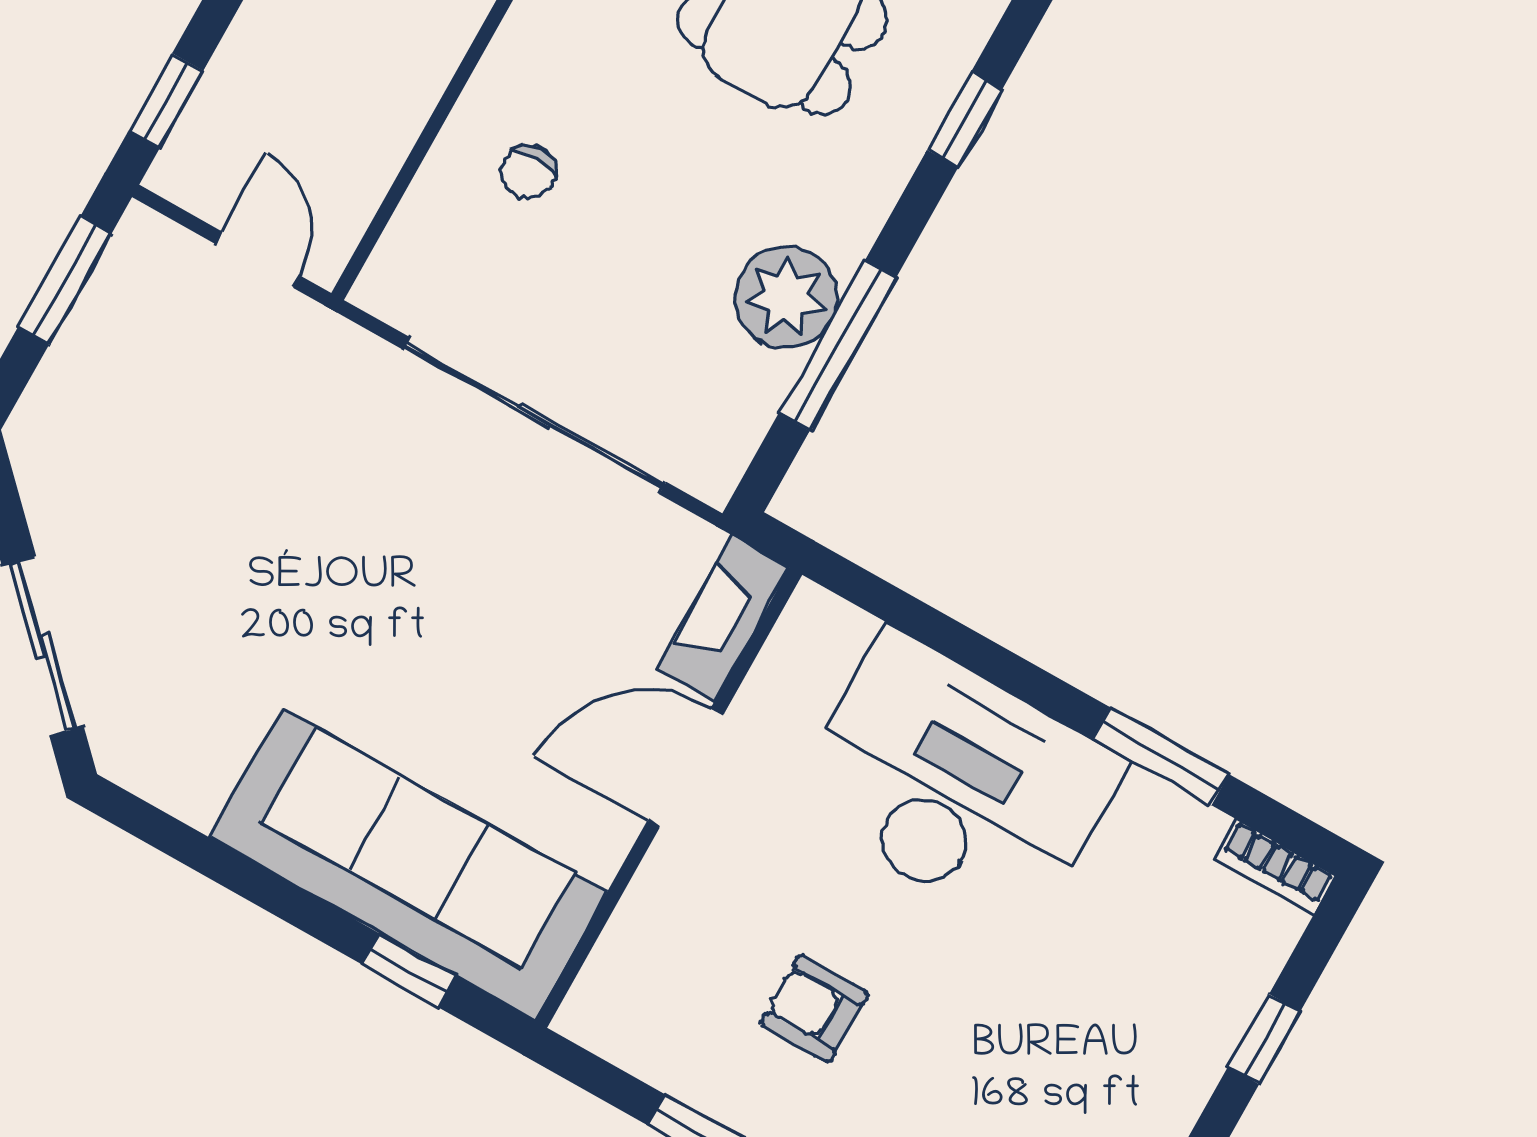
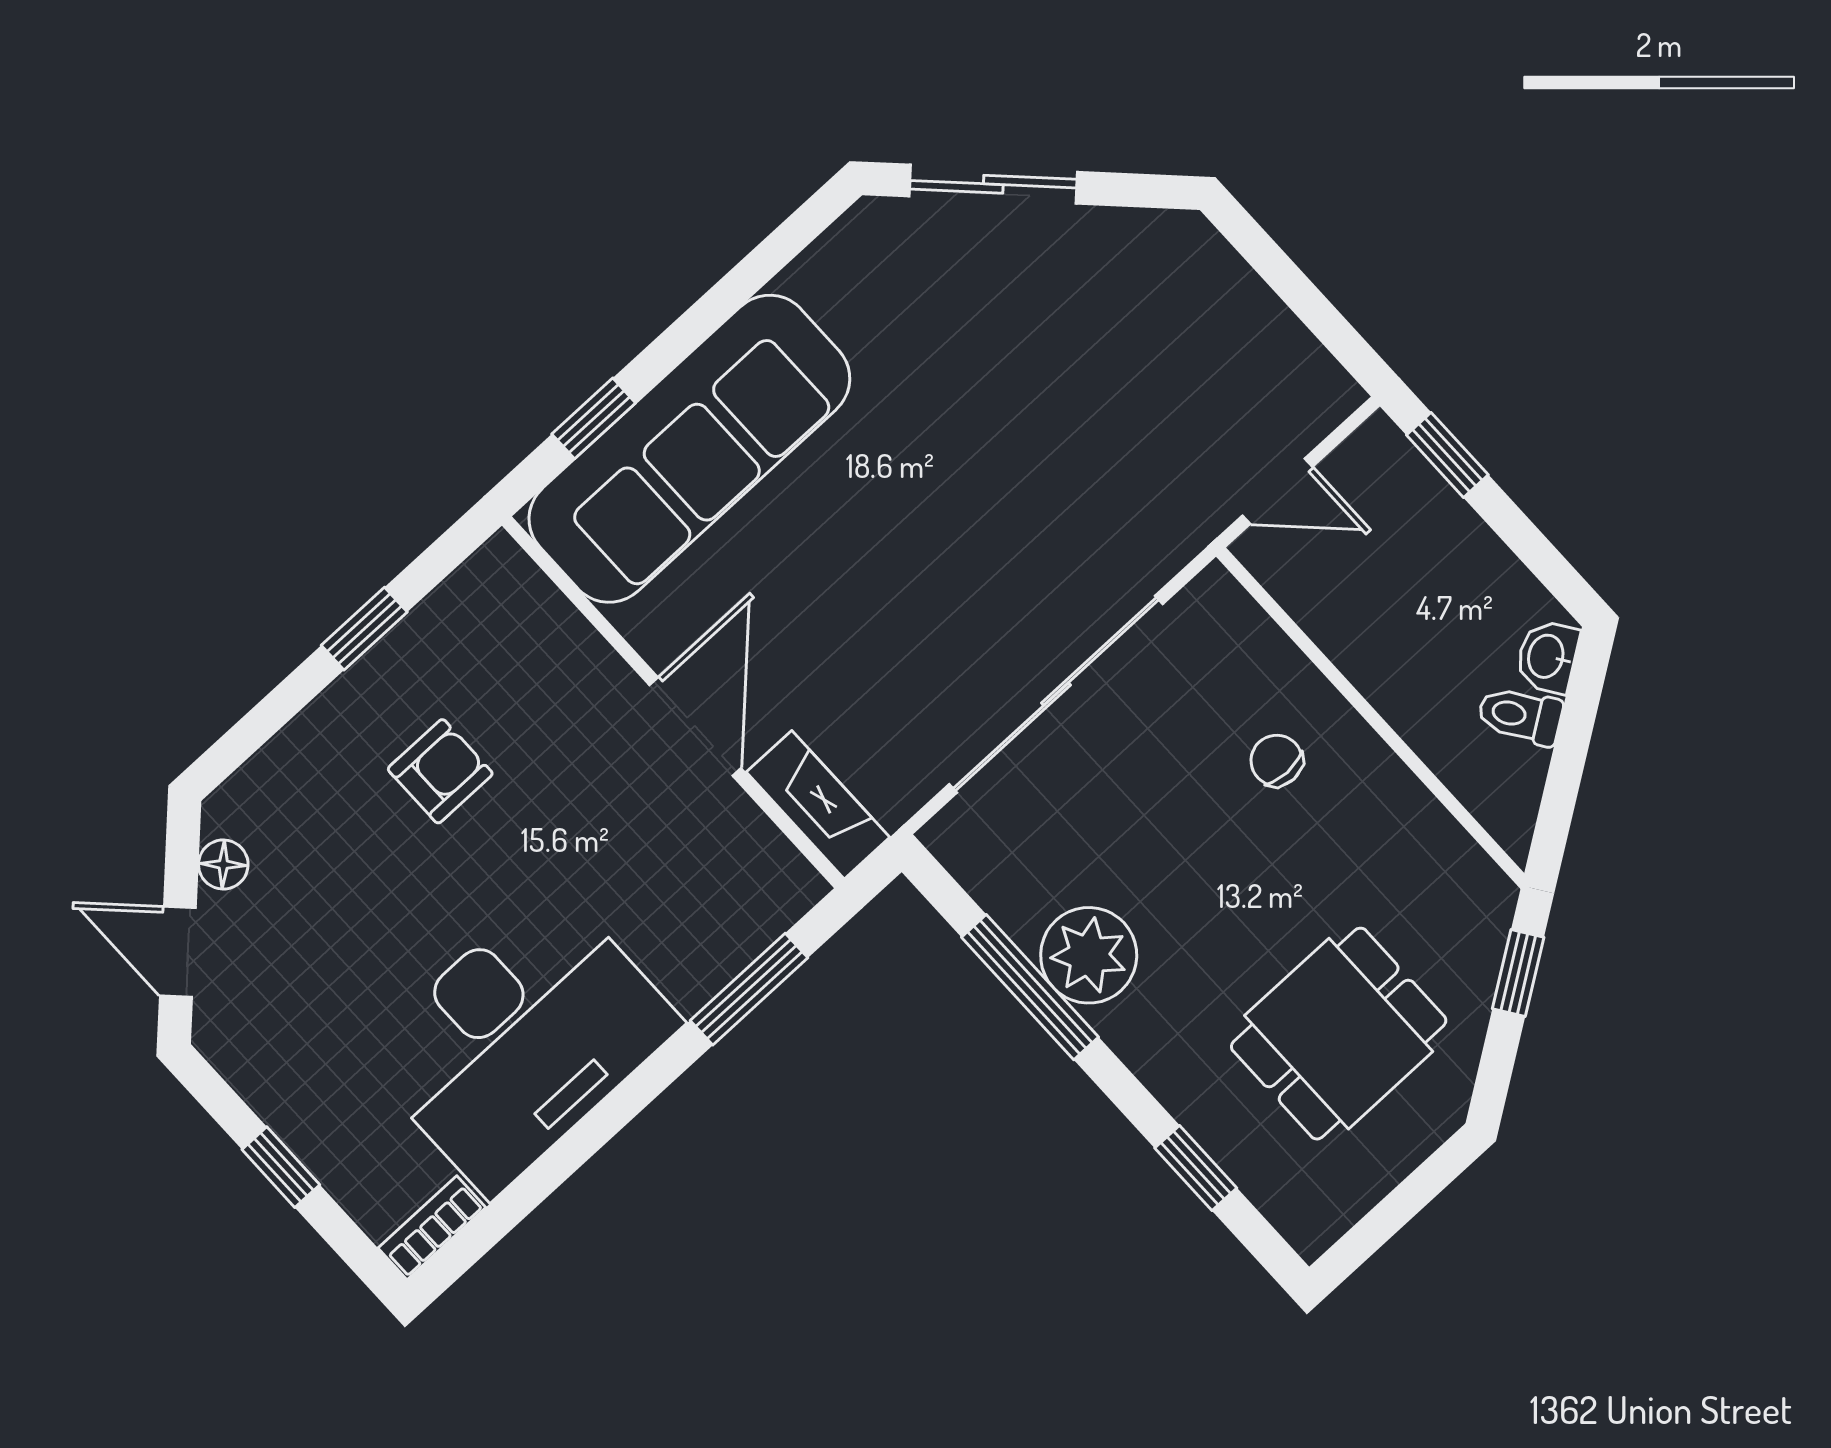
window: (65, 280) -> (1316, 311), removed
window: (1161, 756) -> (749, 989), moved
desk: (956, 783) -> (521, 1039), moved

